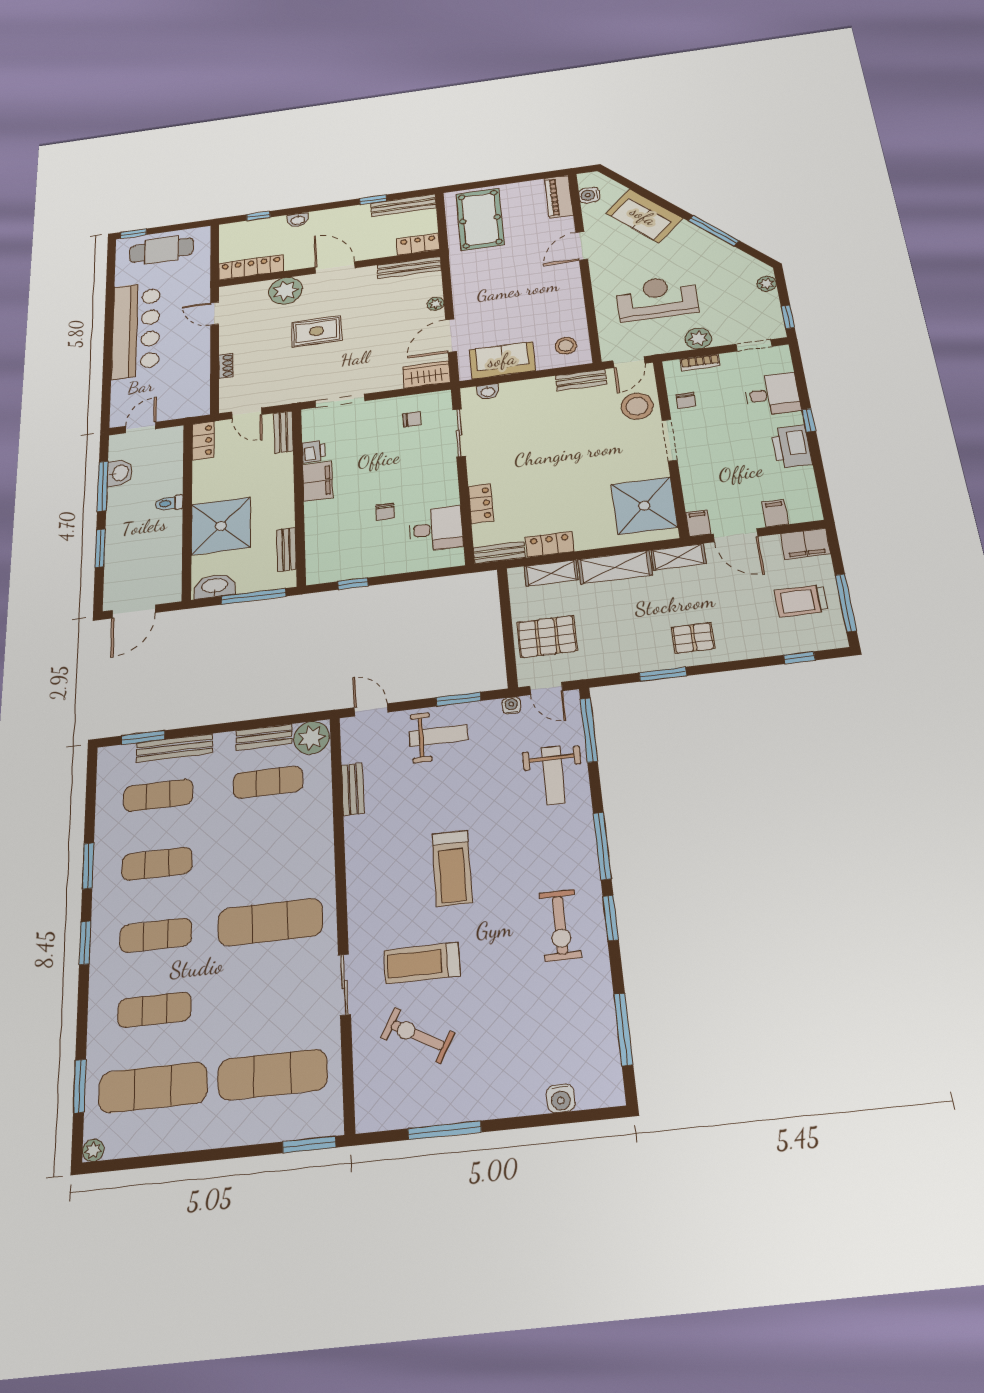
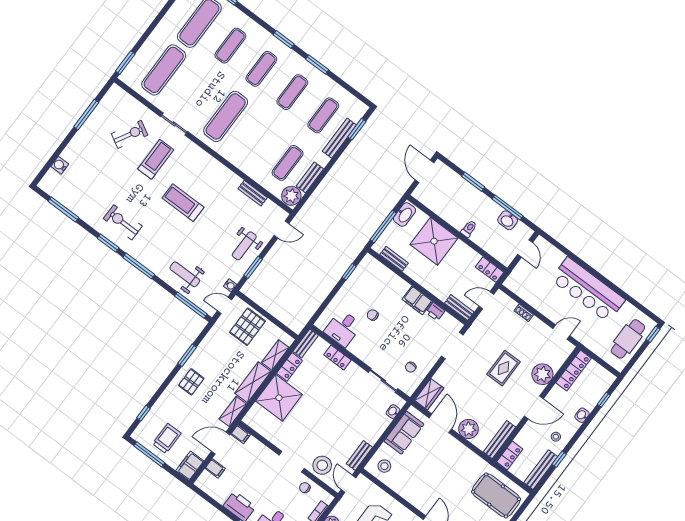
stool: (349, 222) -> (556, 437), added
plant: (436, 304) -> (468, 429), width x1.87, depth x1.87
shower: (644, 506) -> (279, 398), moved

